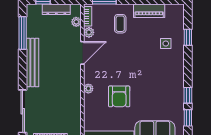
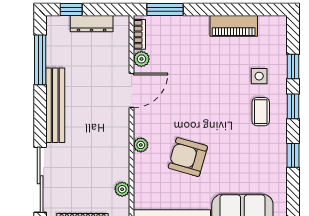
plant: (76, 22) -> (122, 189), moved
coffee table: (120, 24) -> (261, 112), moved
armchair: (119, 96) -> (188, 157), turned 106
window: (188, 118) -> (293, 106), moved

